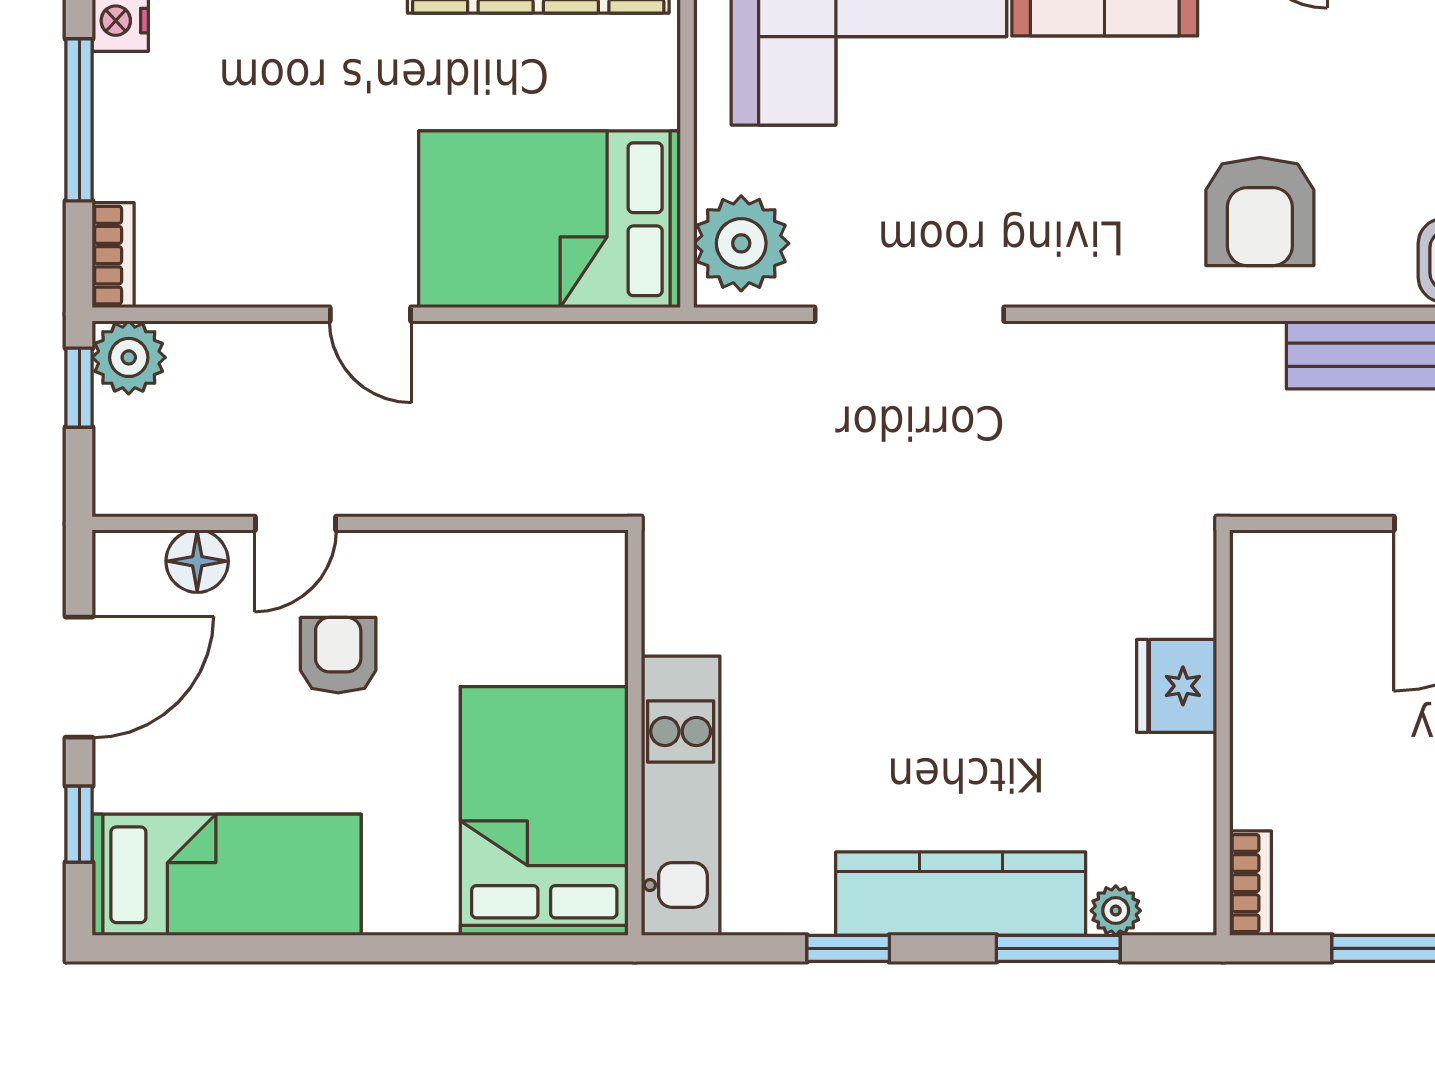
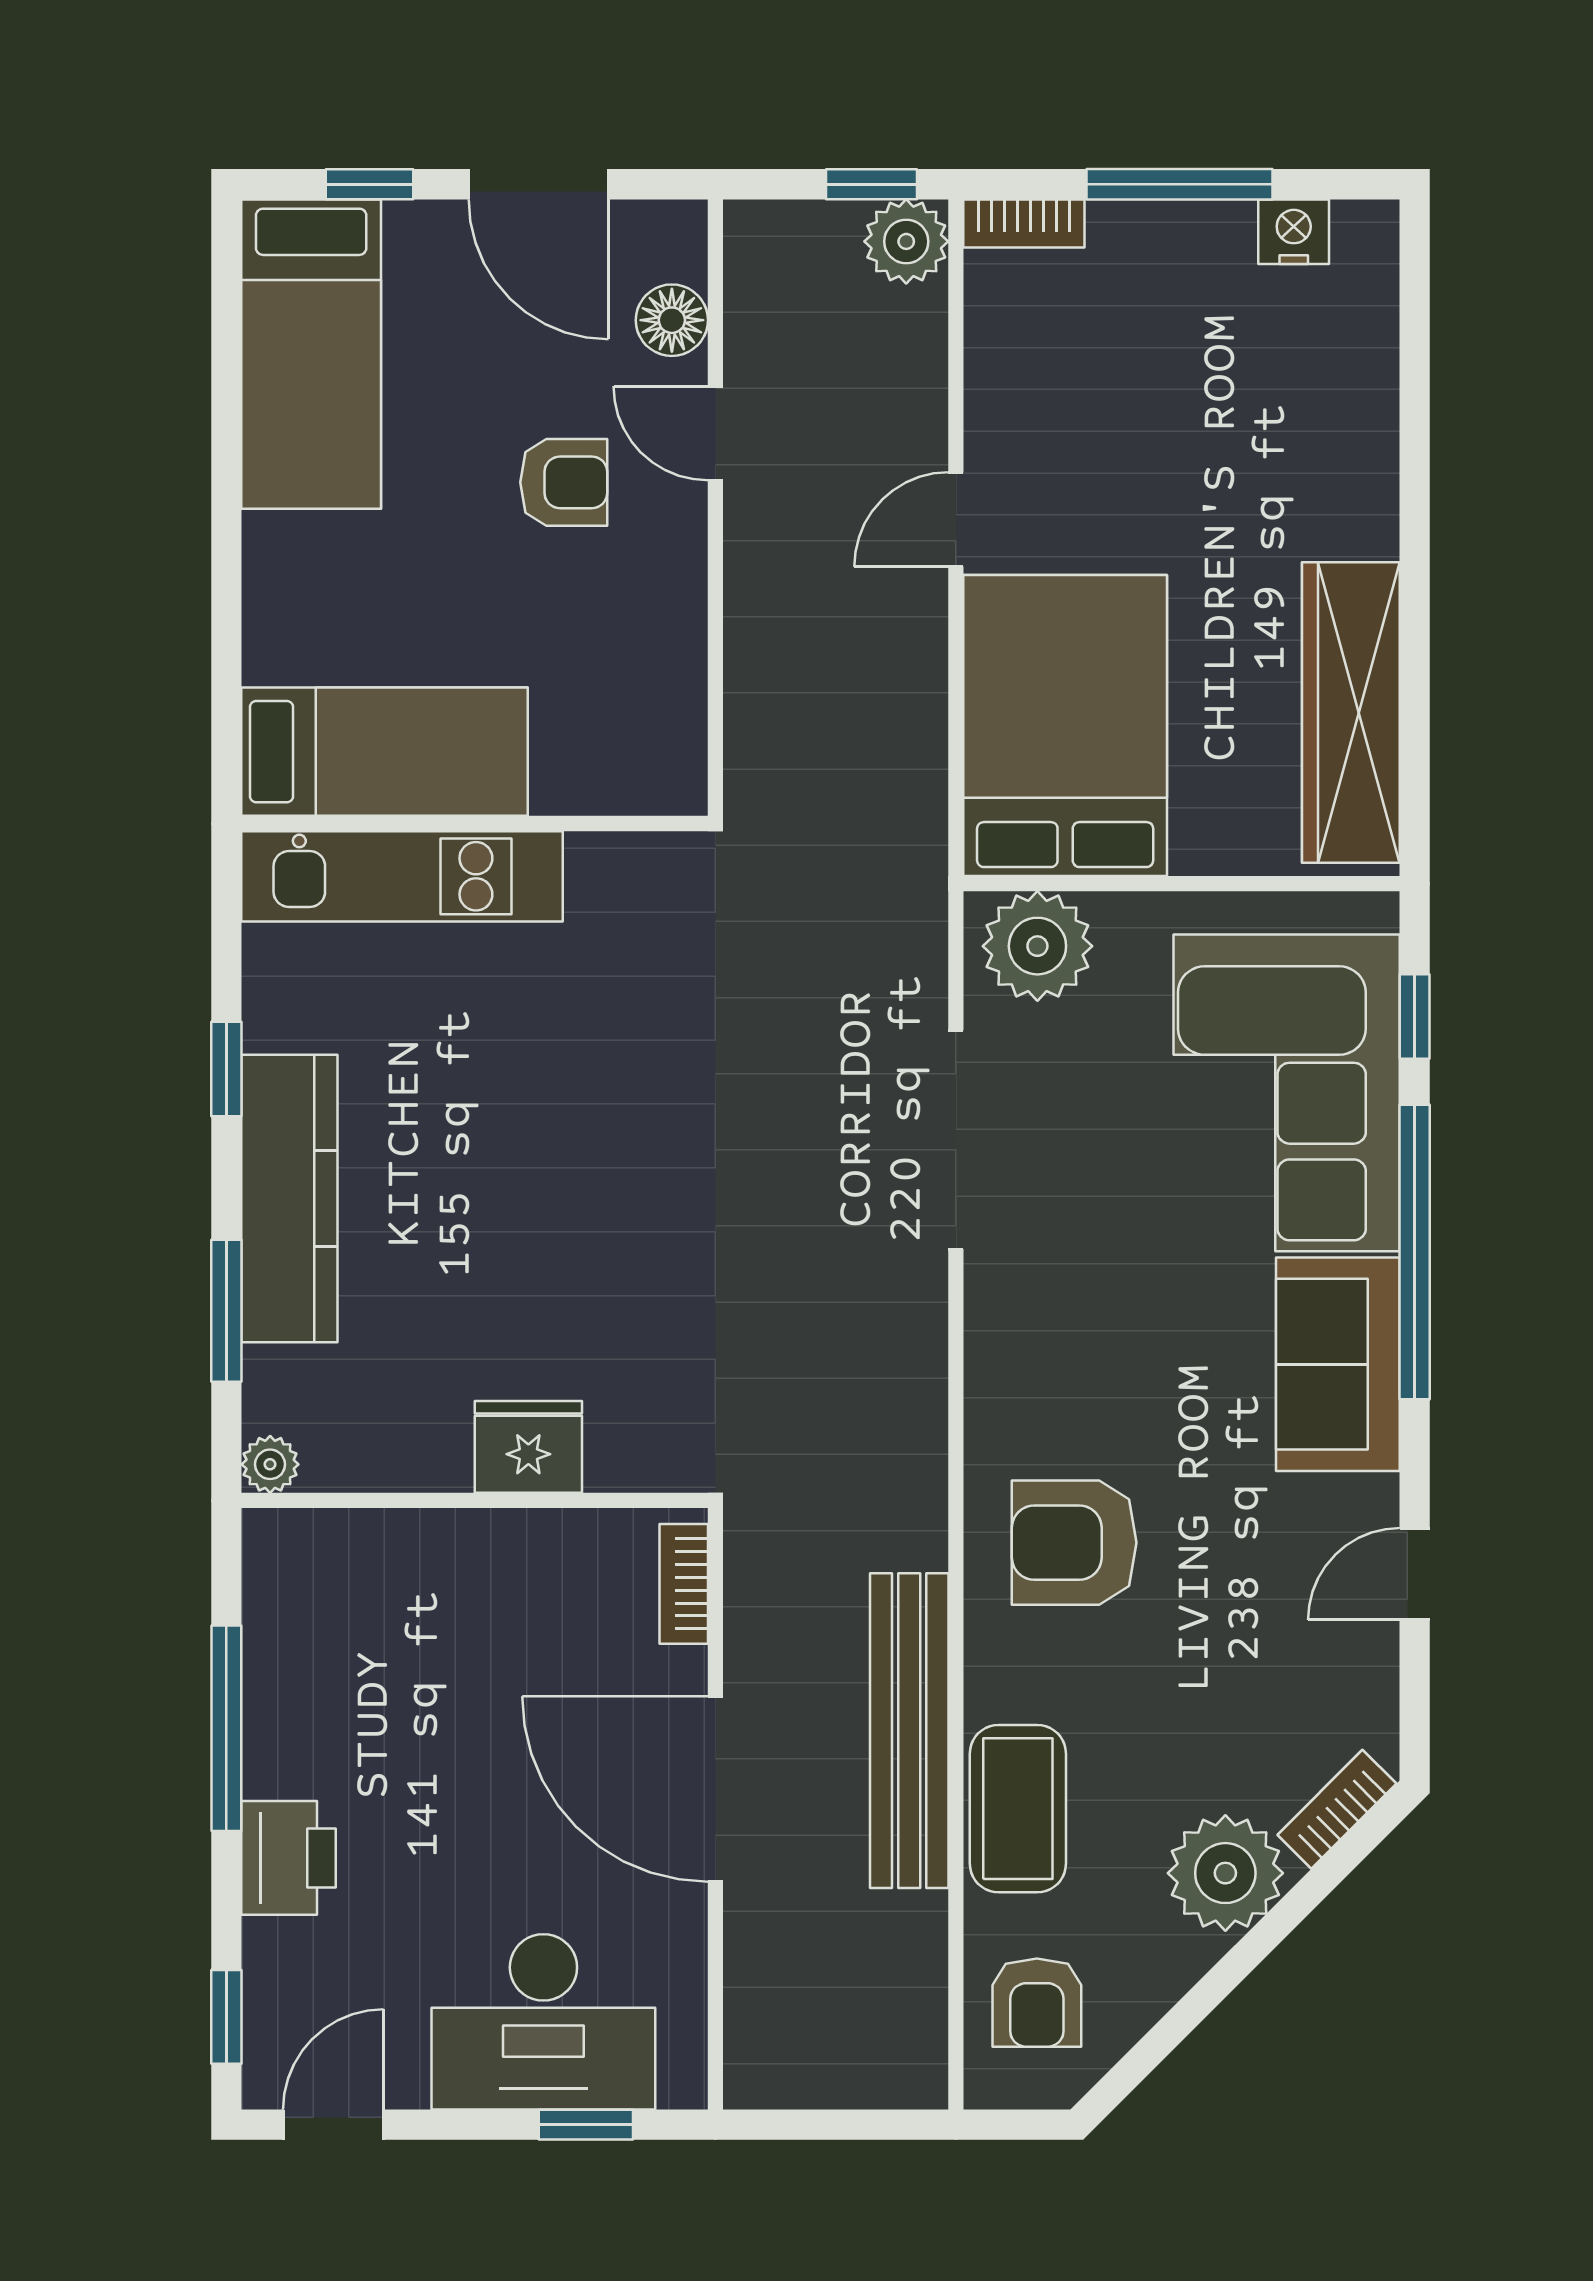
bed: (544, 811) -> (385, 752), width x0.67
bookcase: (1251, 883) -> (684, 1584), moved, turned 90
plant: (1116, 911) -> (270, 1464), moved

